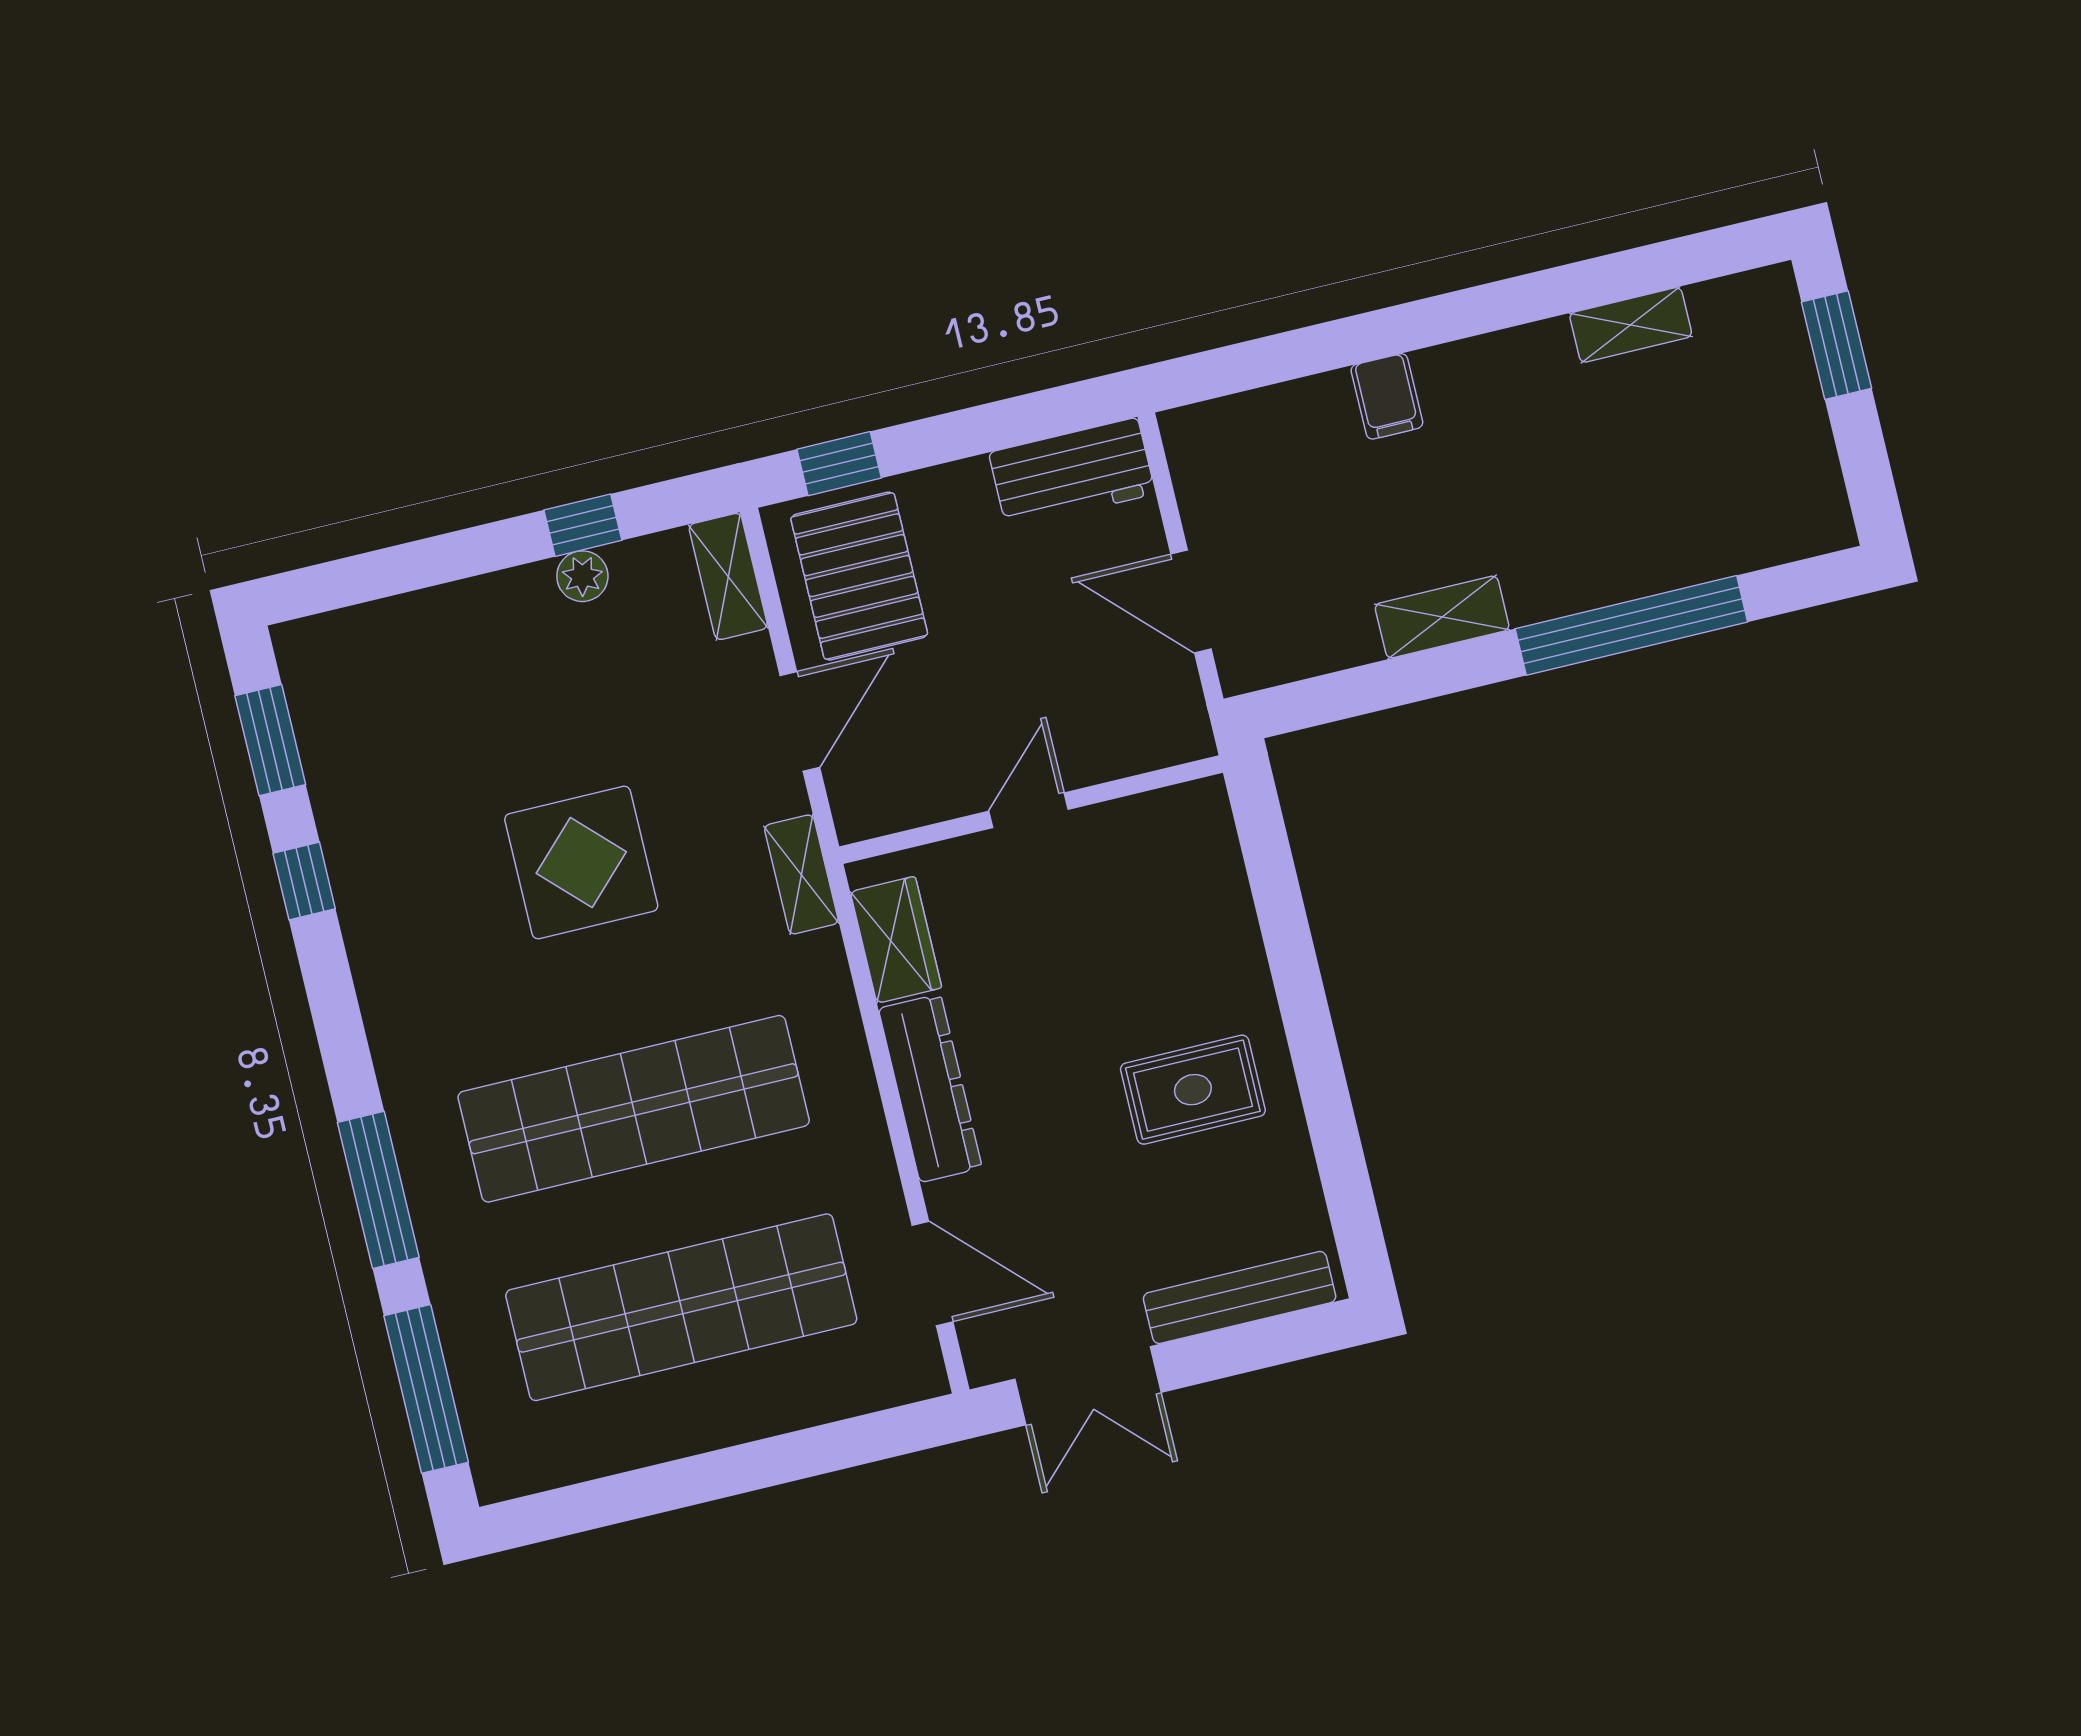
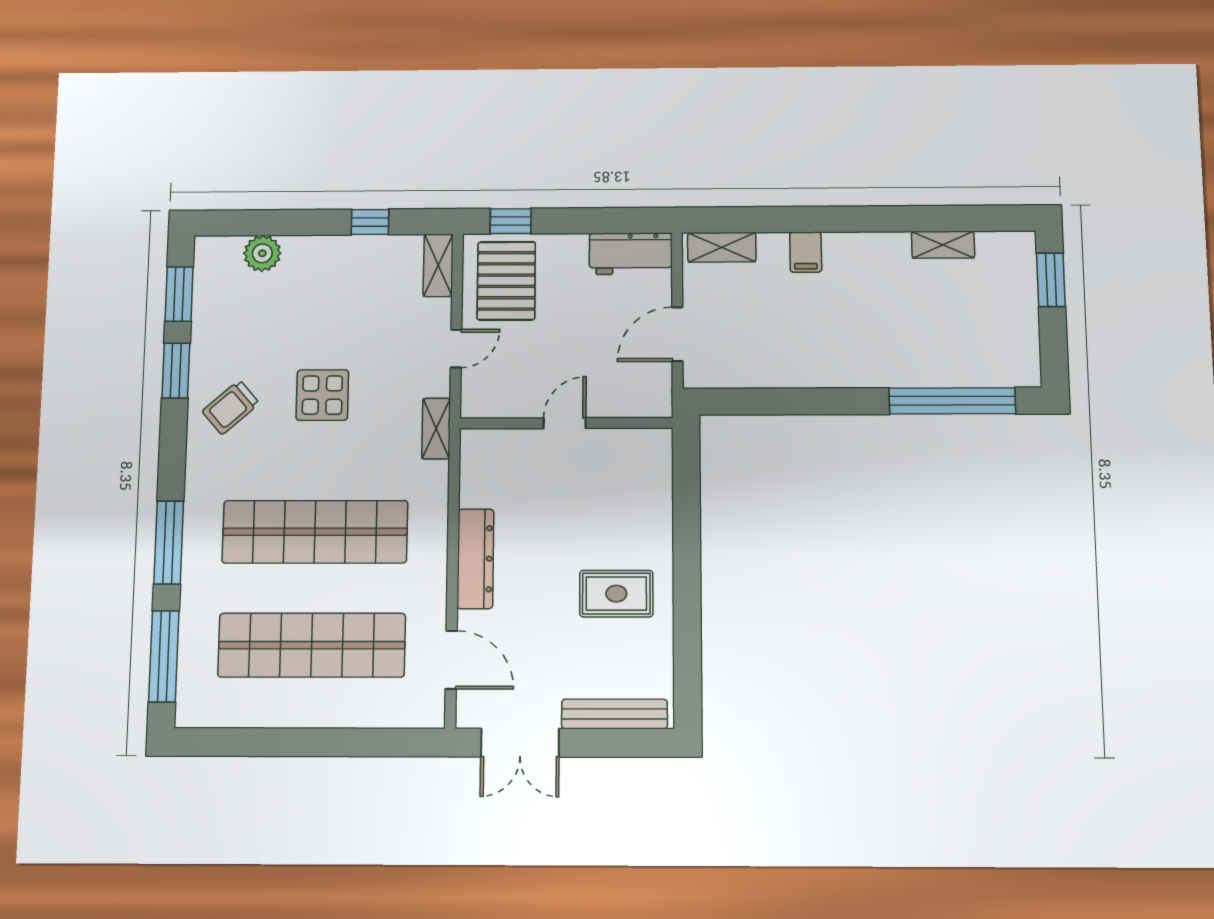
plant: (582, 576) -> (262, 253), moved, width x1.38, depth x1.38
door: (1191, 602) -> (677, 334), hinge flipped
shelving: (1442, 617) -> (722, 247), moved
window: (1631, 625) -> (952, 401), moved
door: (800, 721) -> (456, 349), width x0.73
display table: (581, 863) -> (322, 395), width x0.73, depth x0.73
window: (304, 881) -> (176, 371), width x1.50
trolley: (422, 924) -> (231, 407), added
wardrobe: (896, 940) -> (477, 475), removed

